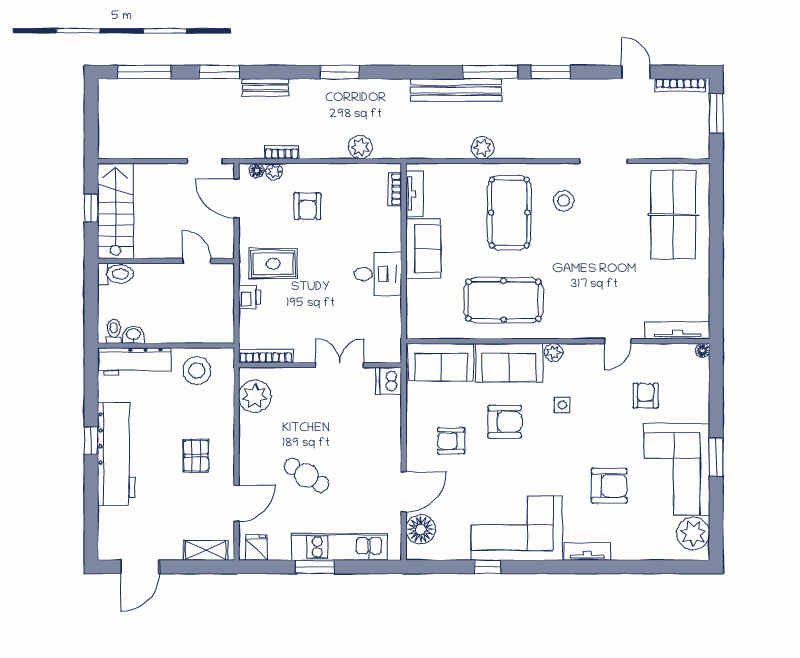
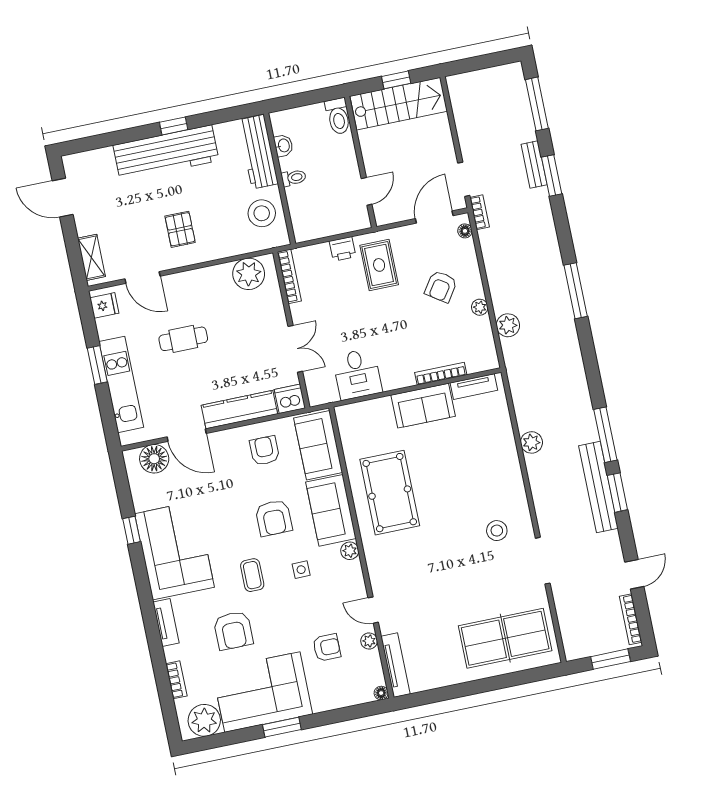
window: (340, 72) -> (576, 291), width x1.44
bench: (266, 87) -> (534, 164), moved
bench: (456, 90) -> (598, 487), moved
bookcase: (282, 152) -> (479, 212), moved
plant: (274, 172) -> (480, 307), moved
bookcase: (395, 189) -> (441, 374), moved, width x1.56
armchair: (307, 206) -> (441, 287), turned -56
pool table: (509, 213) -> (475, 481), removed
desk: (378, 274) -> (357, 374), moved
toilet: (114, 331) -> (294, 178), moved
plant: (648, 352) -> (369, 641), added
kitchen counter: (389, 434) -> (239, 410), added
armchair: (451, 441) -> (264, 451), moved
coffee table: (558, 455) -> (252, 575), added
pallet: (196, 456) -> (180, 229), turned 90
cafe table: (306, 475) -> (183, 339), turned 58
bookcase: (647, 553) -> (176, 680), added

